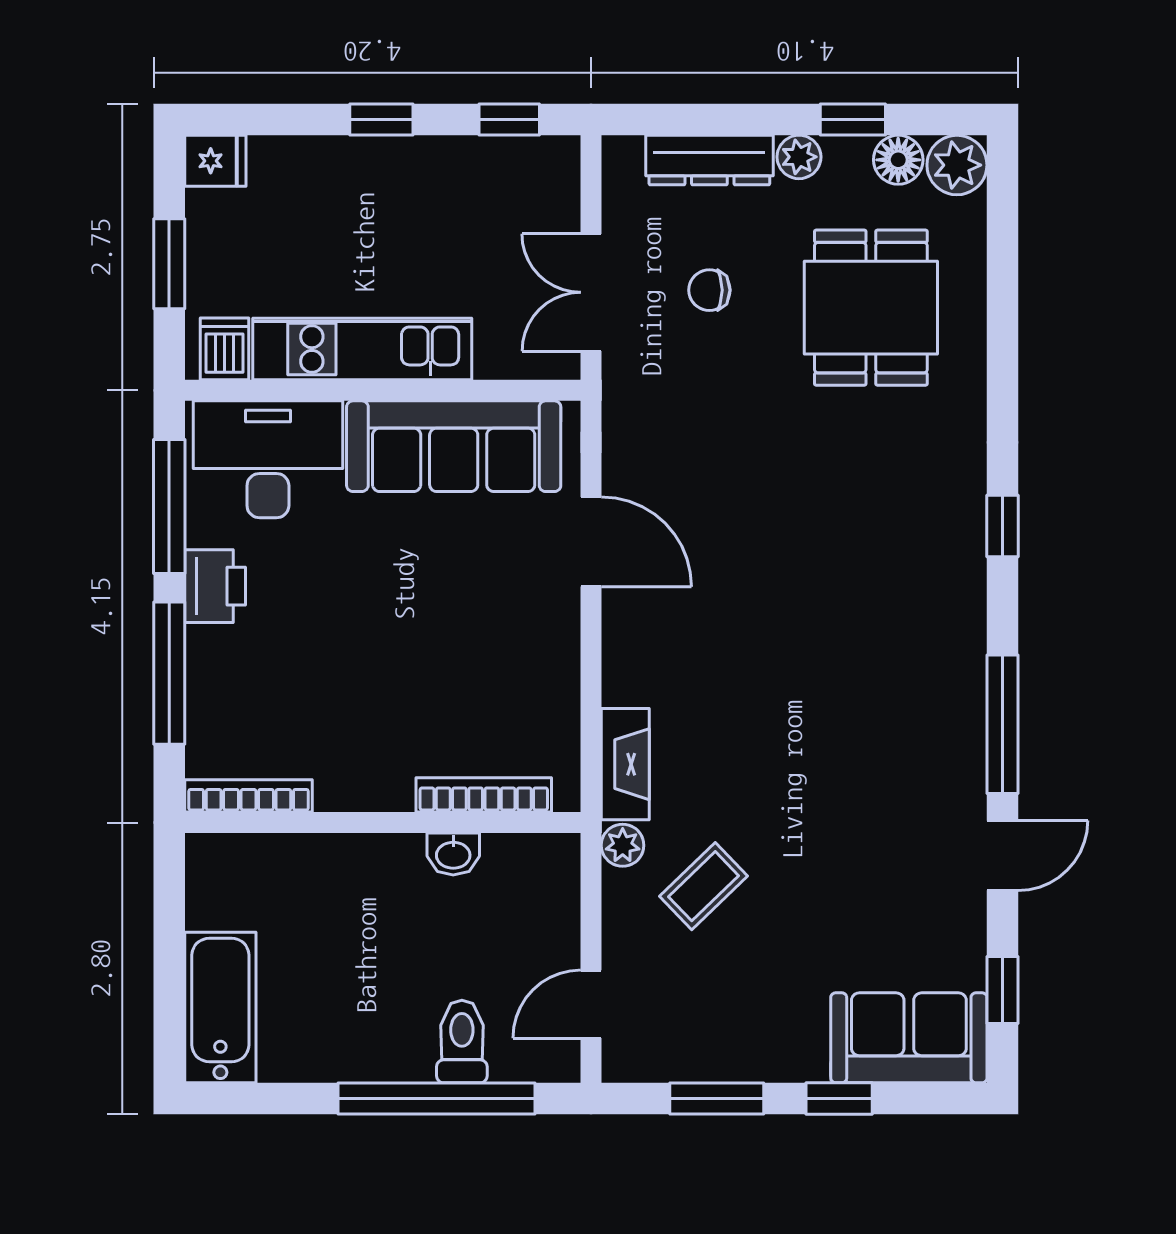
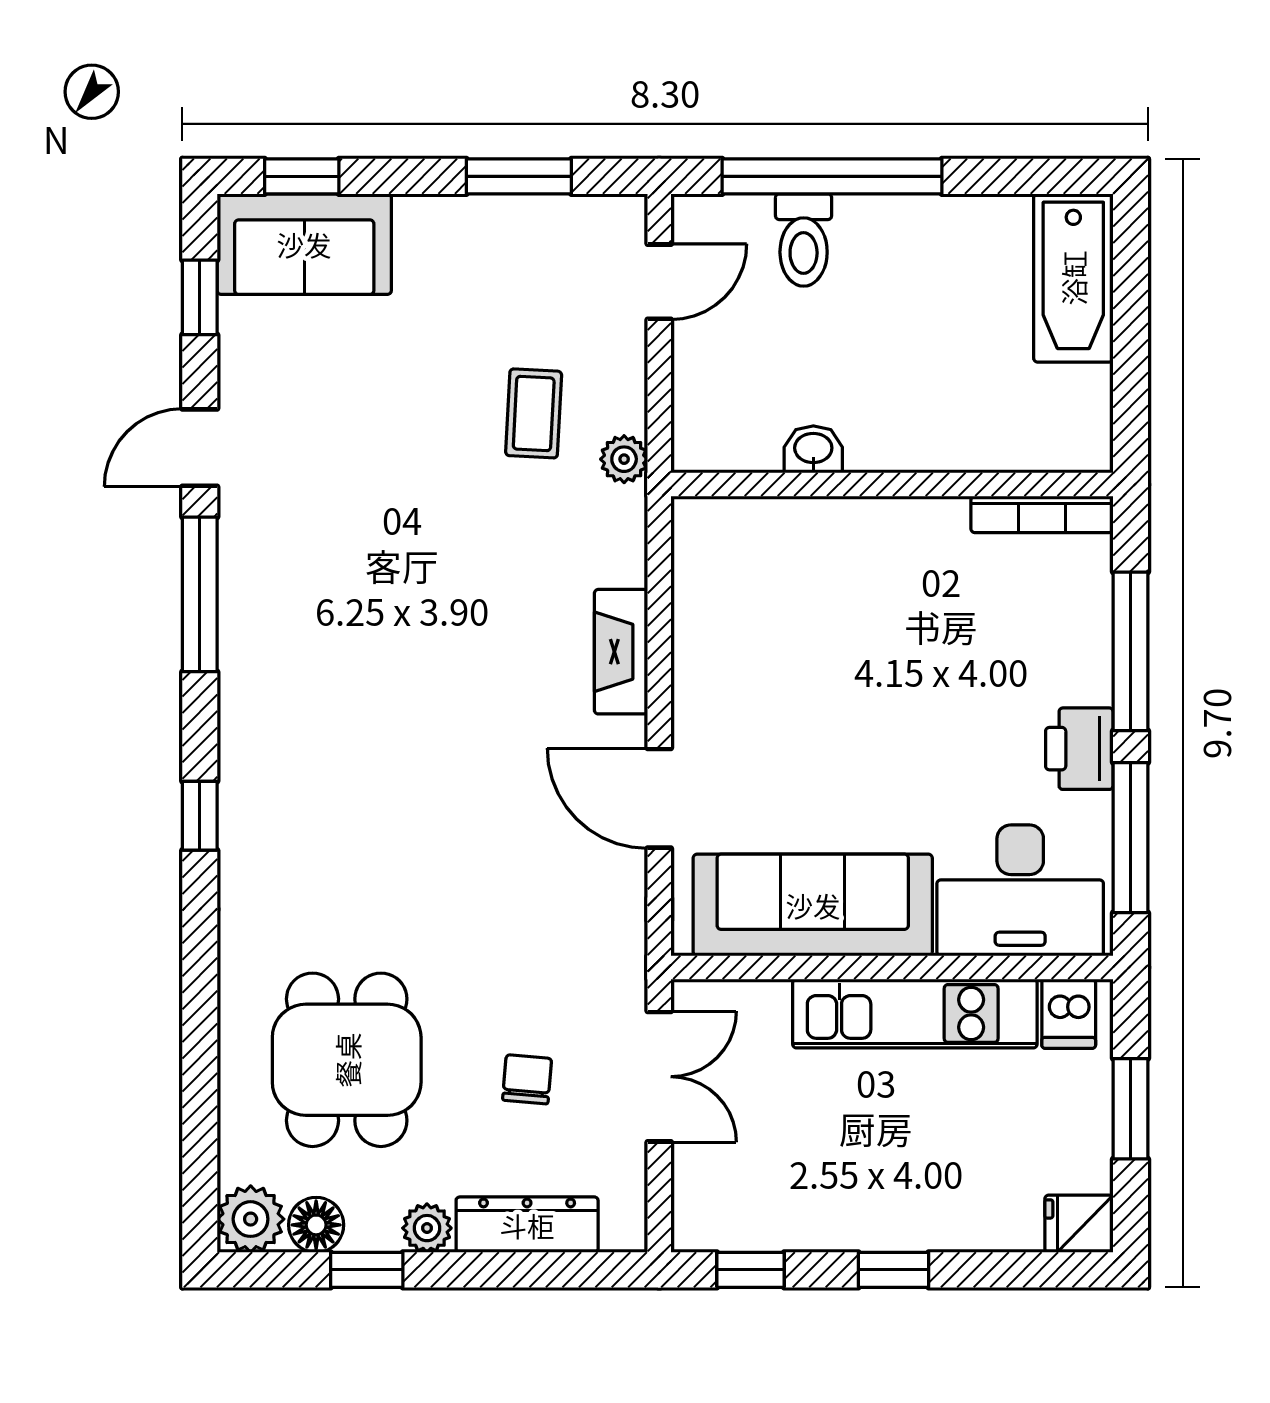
chair: (709, 290) -> (527, 1079), turned -85
fireplace: (625, 764) -> (621, 652), moved
bookcase: (484, 795) -> (779, 516), removed
coffee table: (704, 886) -> (534, 413), turned -43
window: (839, 1098) -> (302, 176), moved

